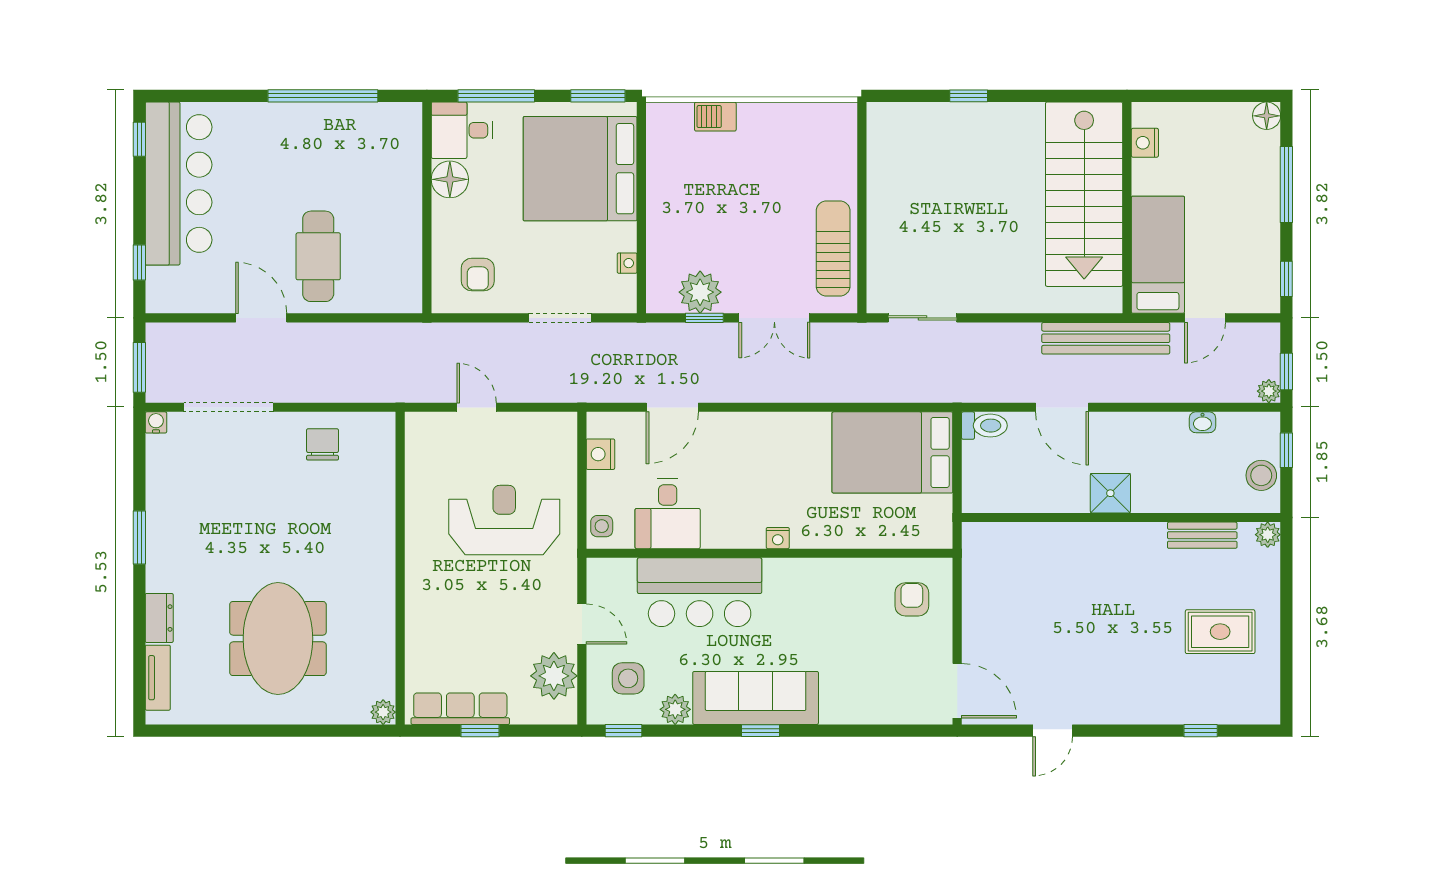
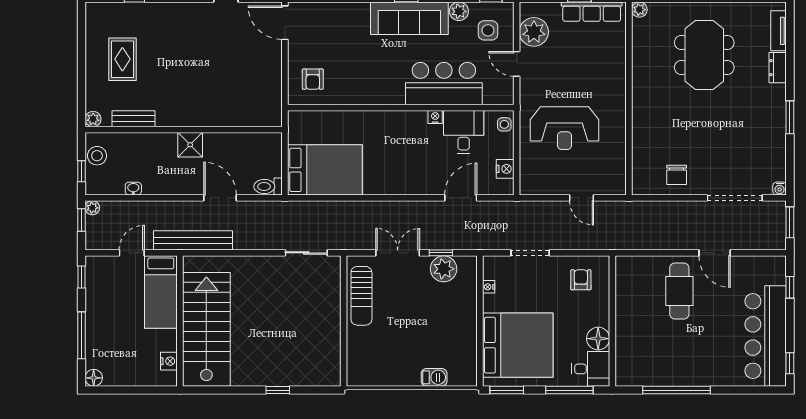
nightstand: (778, 538) -> (435, 117), moved
rug: (1220, 632) -> (122, 59), turned 90

